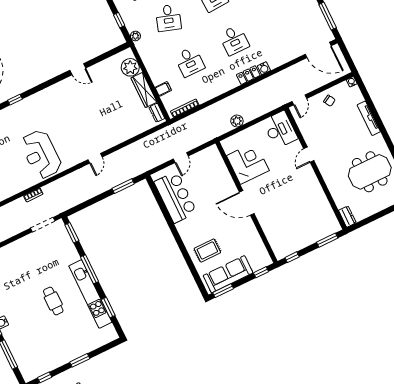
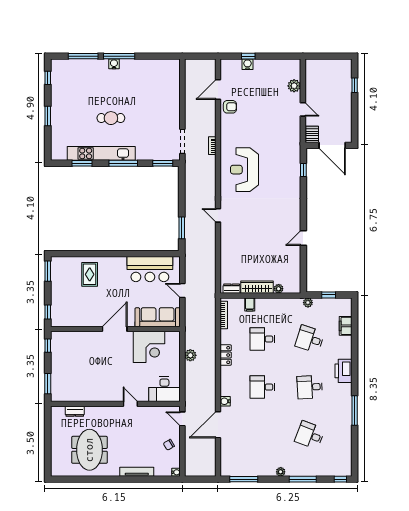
door: (318, 50) -> (218, 425), moved
plant: (130, 67) -> (279, 289), width x0.53, depth x0.53
locker: (248, 75) -> (226, 355), moved
reception desk: (41, 154) -> (244, 170), turned -90
dresser: (347, 217) -> (75, 411), moved
sofa: (228, 274) -> (158, 317), moved, turned -90

